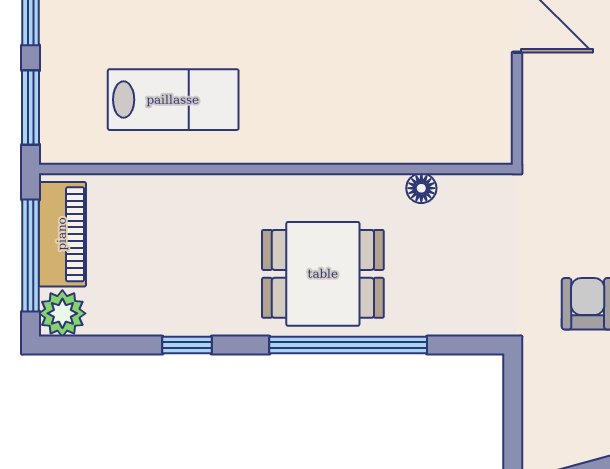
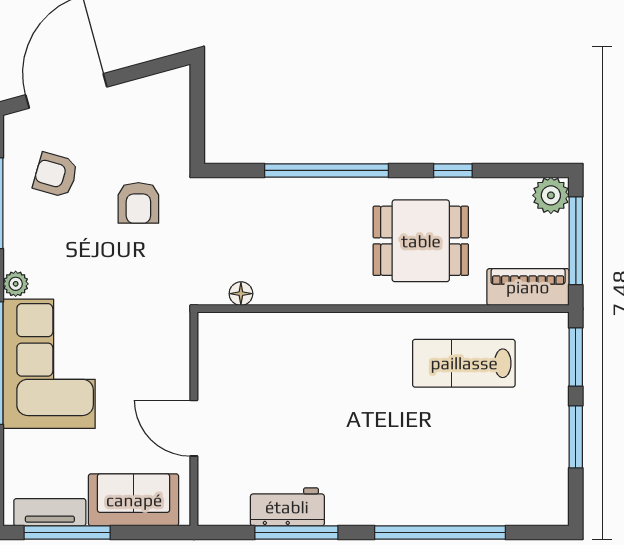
floor lamp: (421, 188) -> (241, 294), moved
piano: (62, 234) -> (528, 287), moved, turned 90
dining table: (323, 274) -> (421, 241), moved

